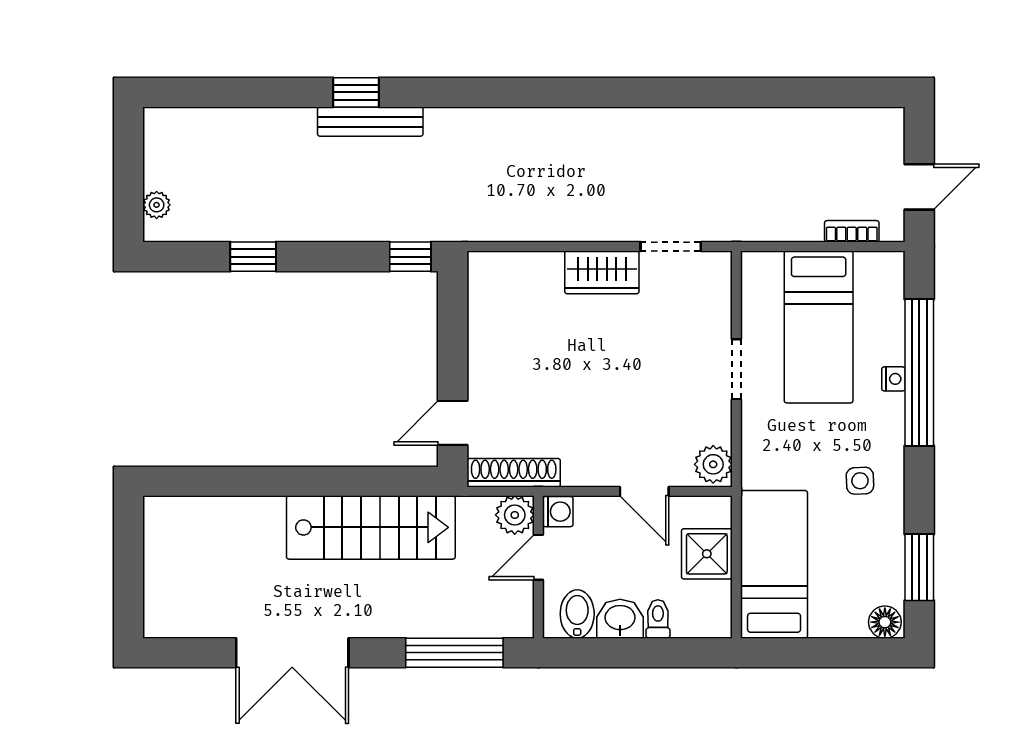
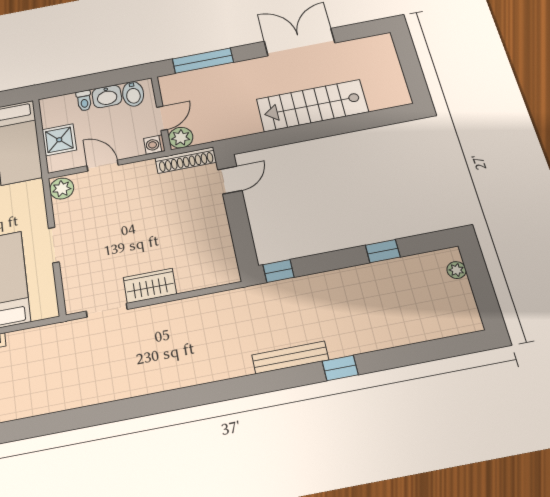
bench: (370, 122) -> (290, 357), moved
stairs: (371, 527) -> (312, 106), moved

